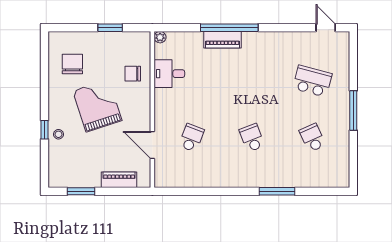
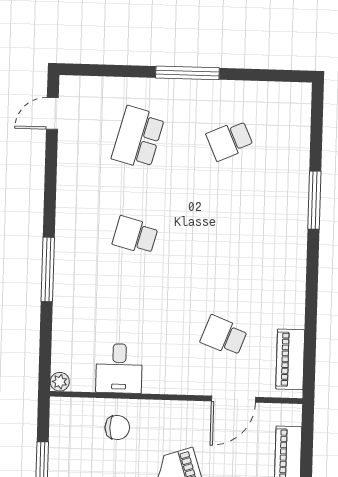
window: (229, 28) -> (48, 269), width x0.68
piano: (222, 40) -> (290, 359), moved, turned 180
chair: (133, 74) -> (117, 428), turned -90
school desk: (252, 138) -> (135, 235), moved, turned 36

